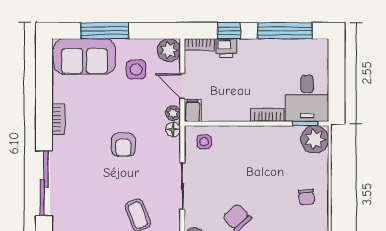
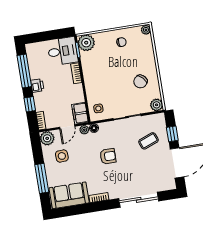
printer: (226, 48) -> (37, 86), moved
sofa: (85, 56) -> (69, 195), moved, turned -90
filing cabinet: (193, 110) -> (80, 113), width x2.00

